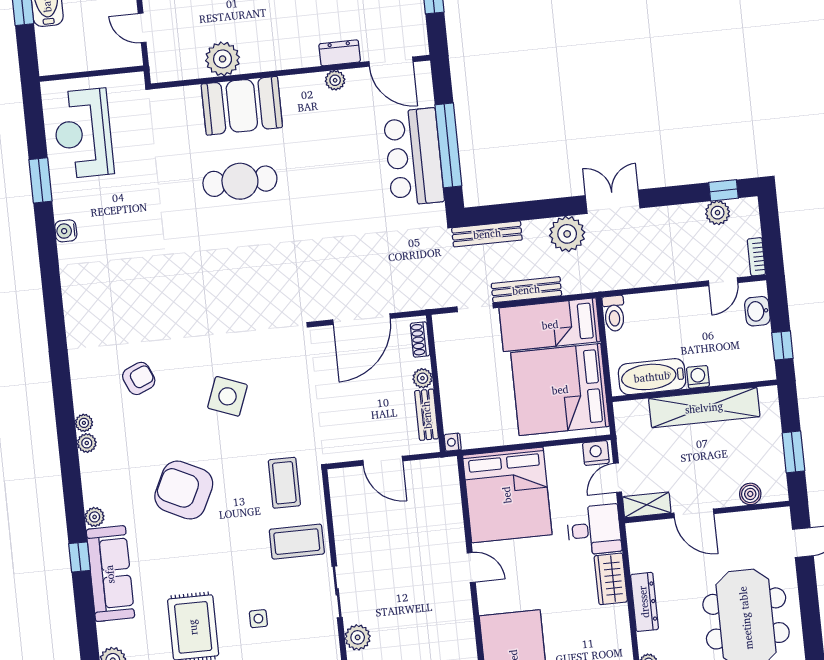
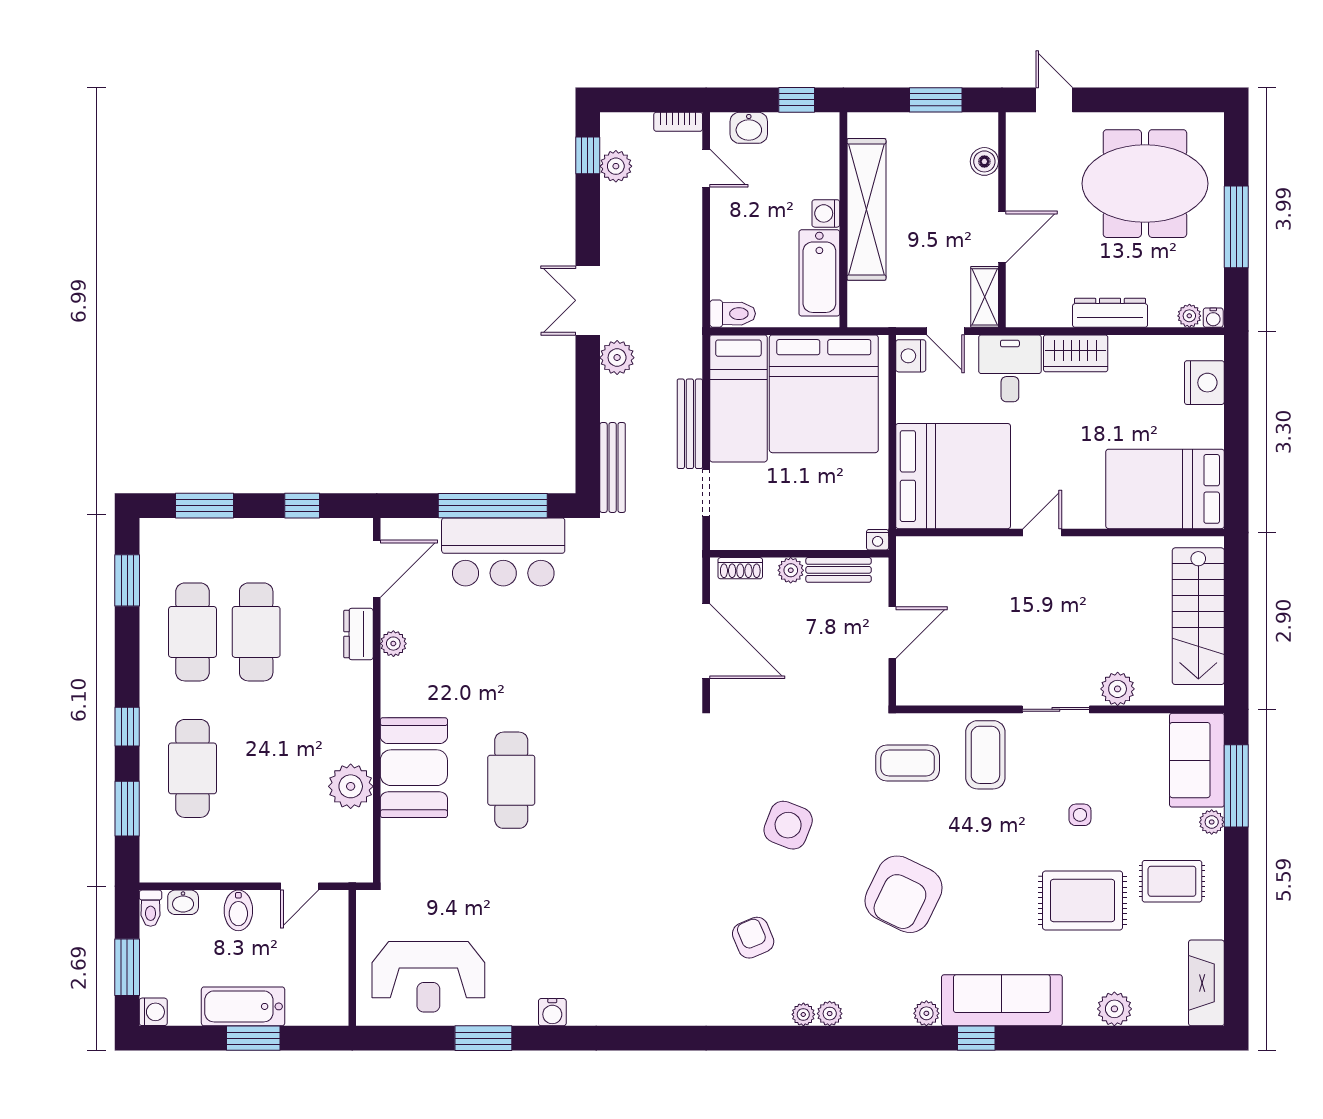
plant: (567, 234) -> (617, 358), width x0.73, depth x0.73

